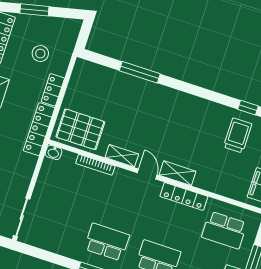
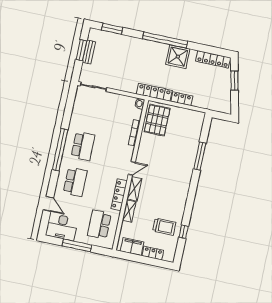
stool: (40, 54) -> (205, 88), removed
shelving: (122, 156) -> (129, 211), moved

